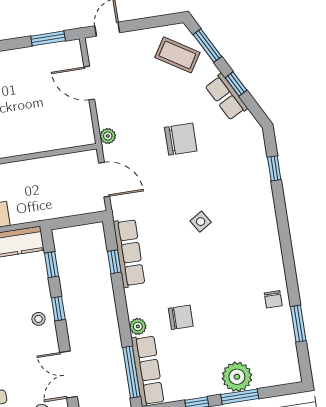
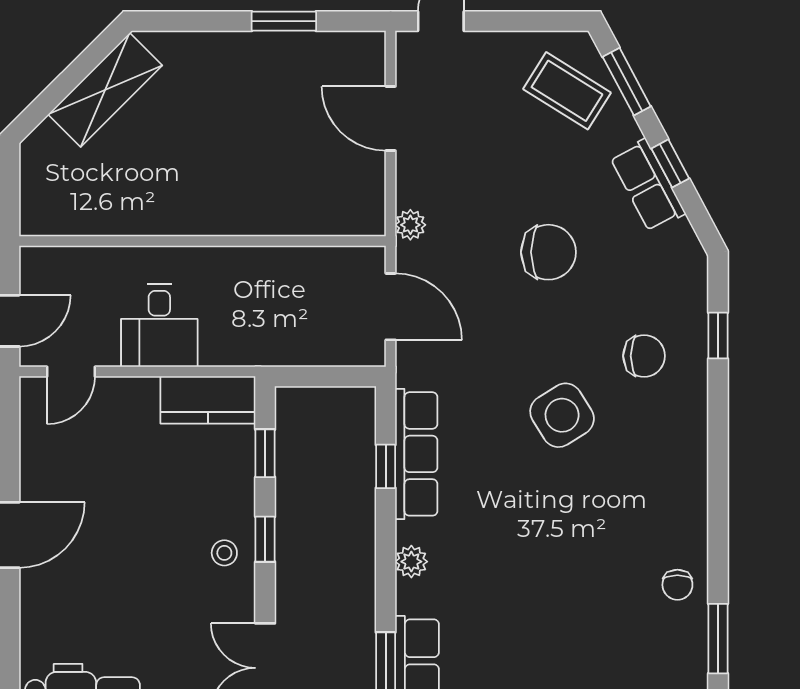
window: (48, 38) -> (284, 21), moved
side table: (201, 222) -> (562, 415), width x1.87, depth x1.87
chair: (181, 317) -> (644, 356), moved
plant: (138, 326) -> (411, 562), moved

